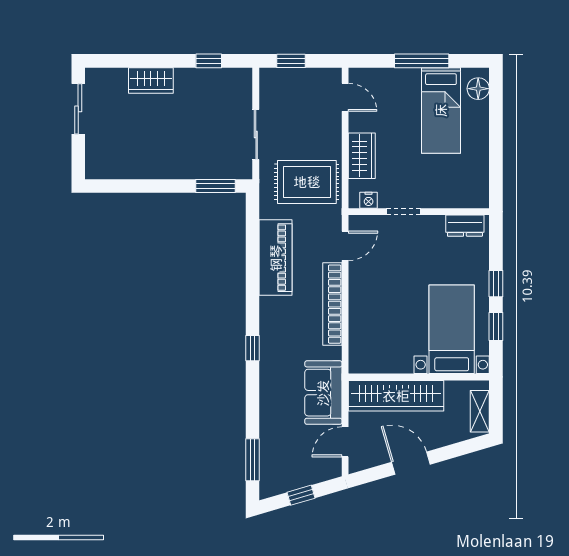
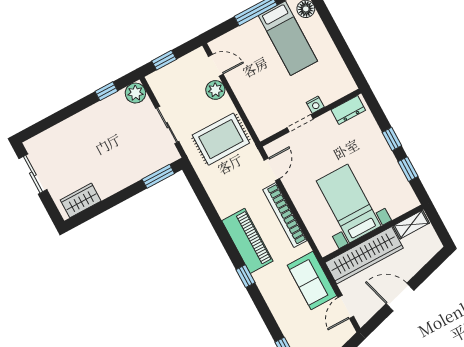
plant: (240, 80) -> (135, 93), added
wardrobe: (151, 81) -> (81, 200), moved, turned 180
plant: (330, 124) -> (215, 90), added
wardrobe: (362, 156) -> (249, 100), removed
nightstand: (369, 200) -> (315, 105), moved
piano: (276, 258) -> (247, 241), moved
bed with nightstands: (452, 329) -> (349, 203), moved
shelving: (480, 411) -> (411, 224), moved, turned 90

